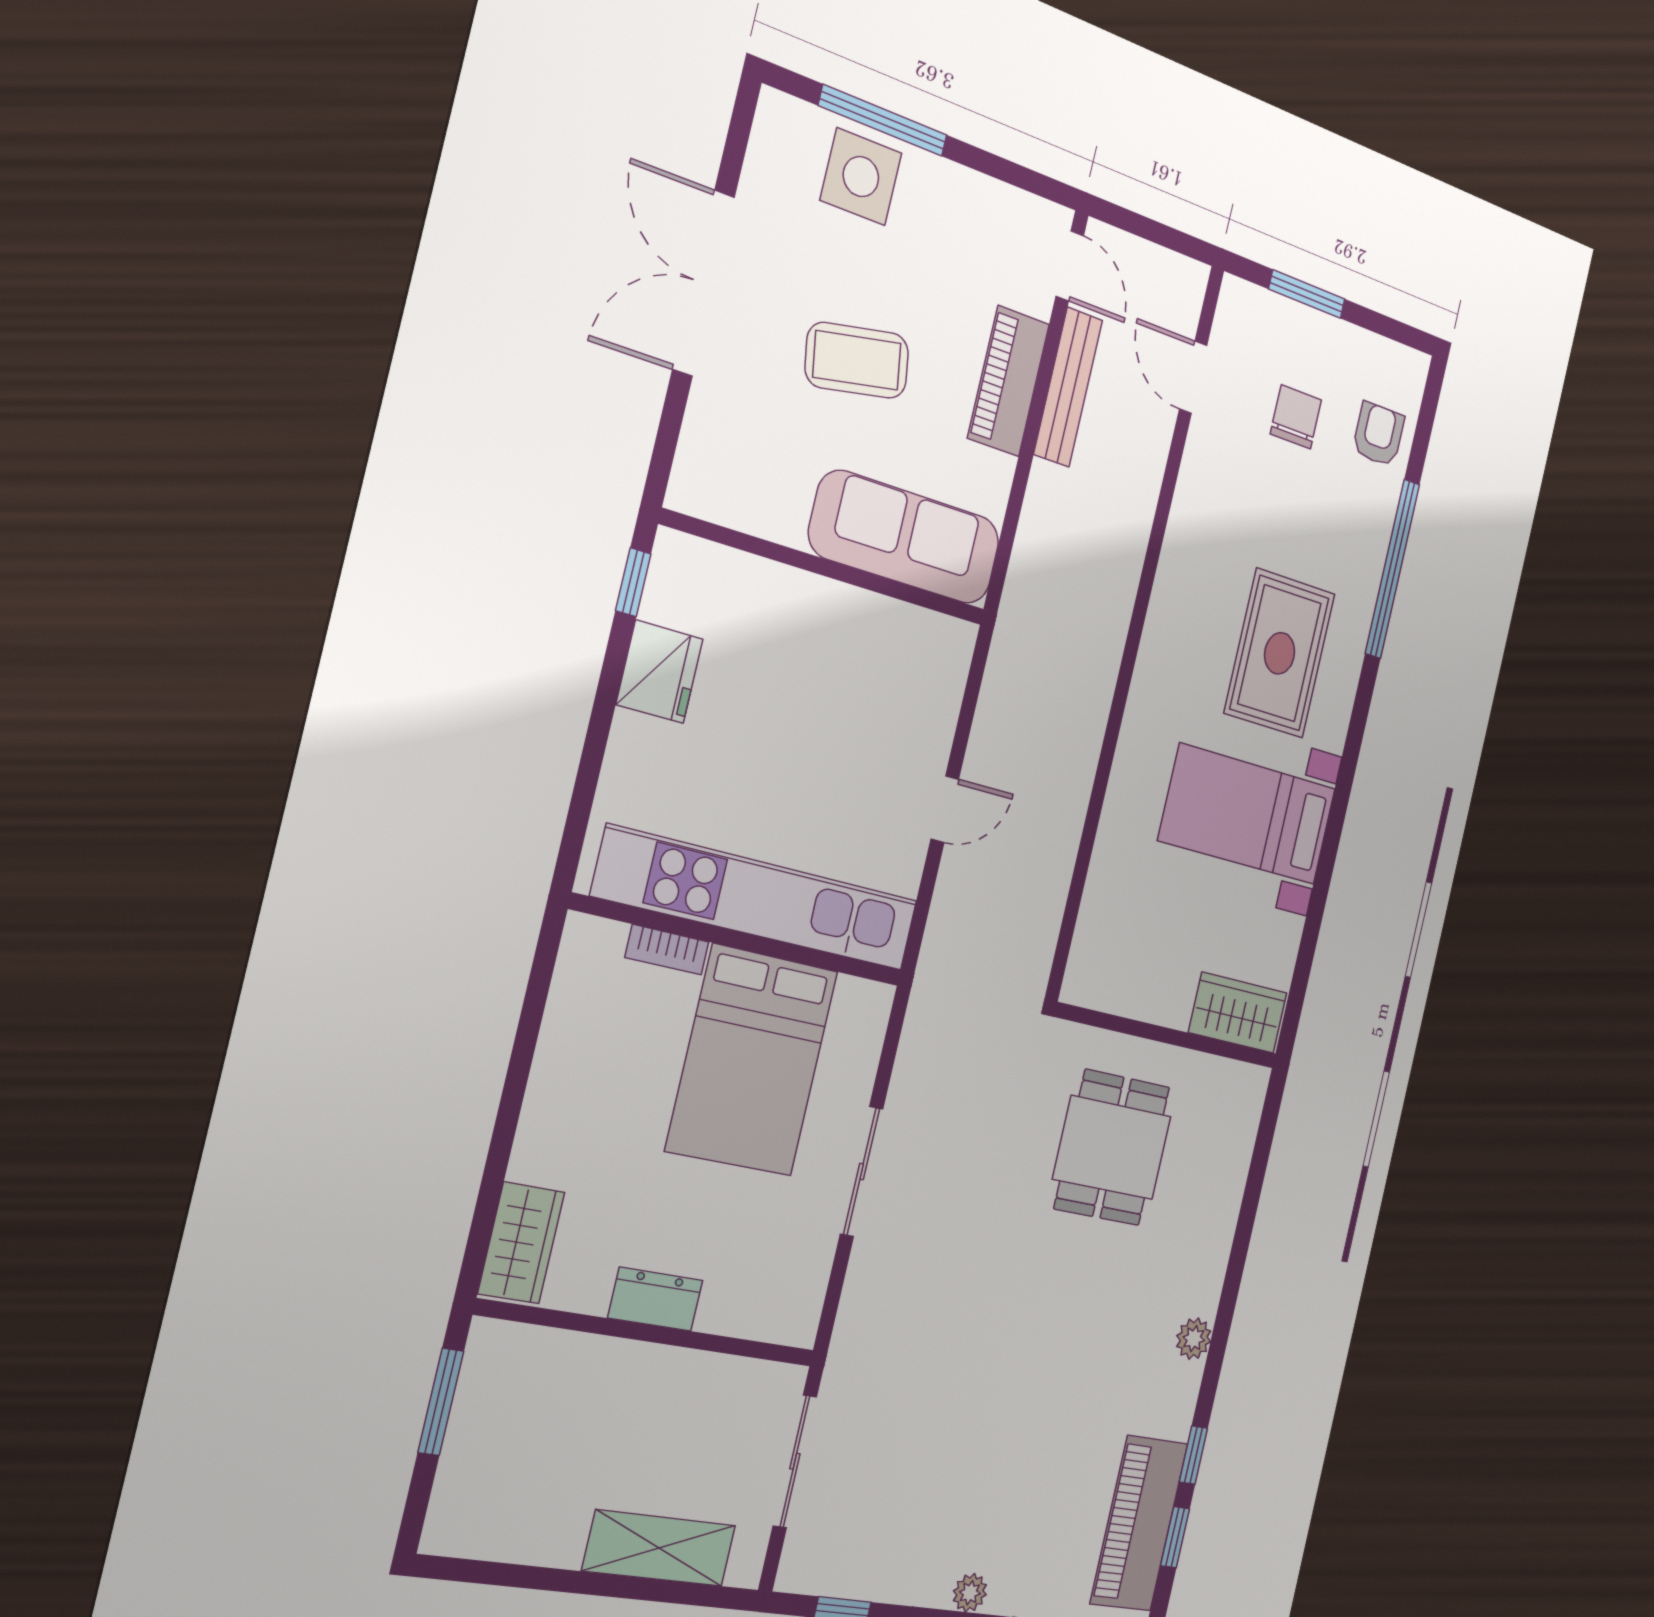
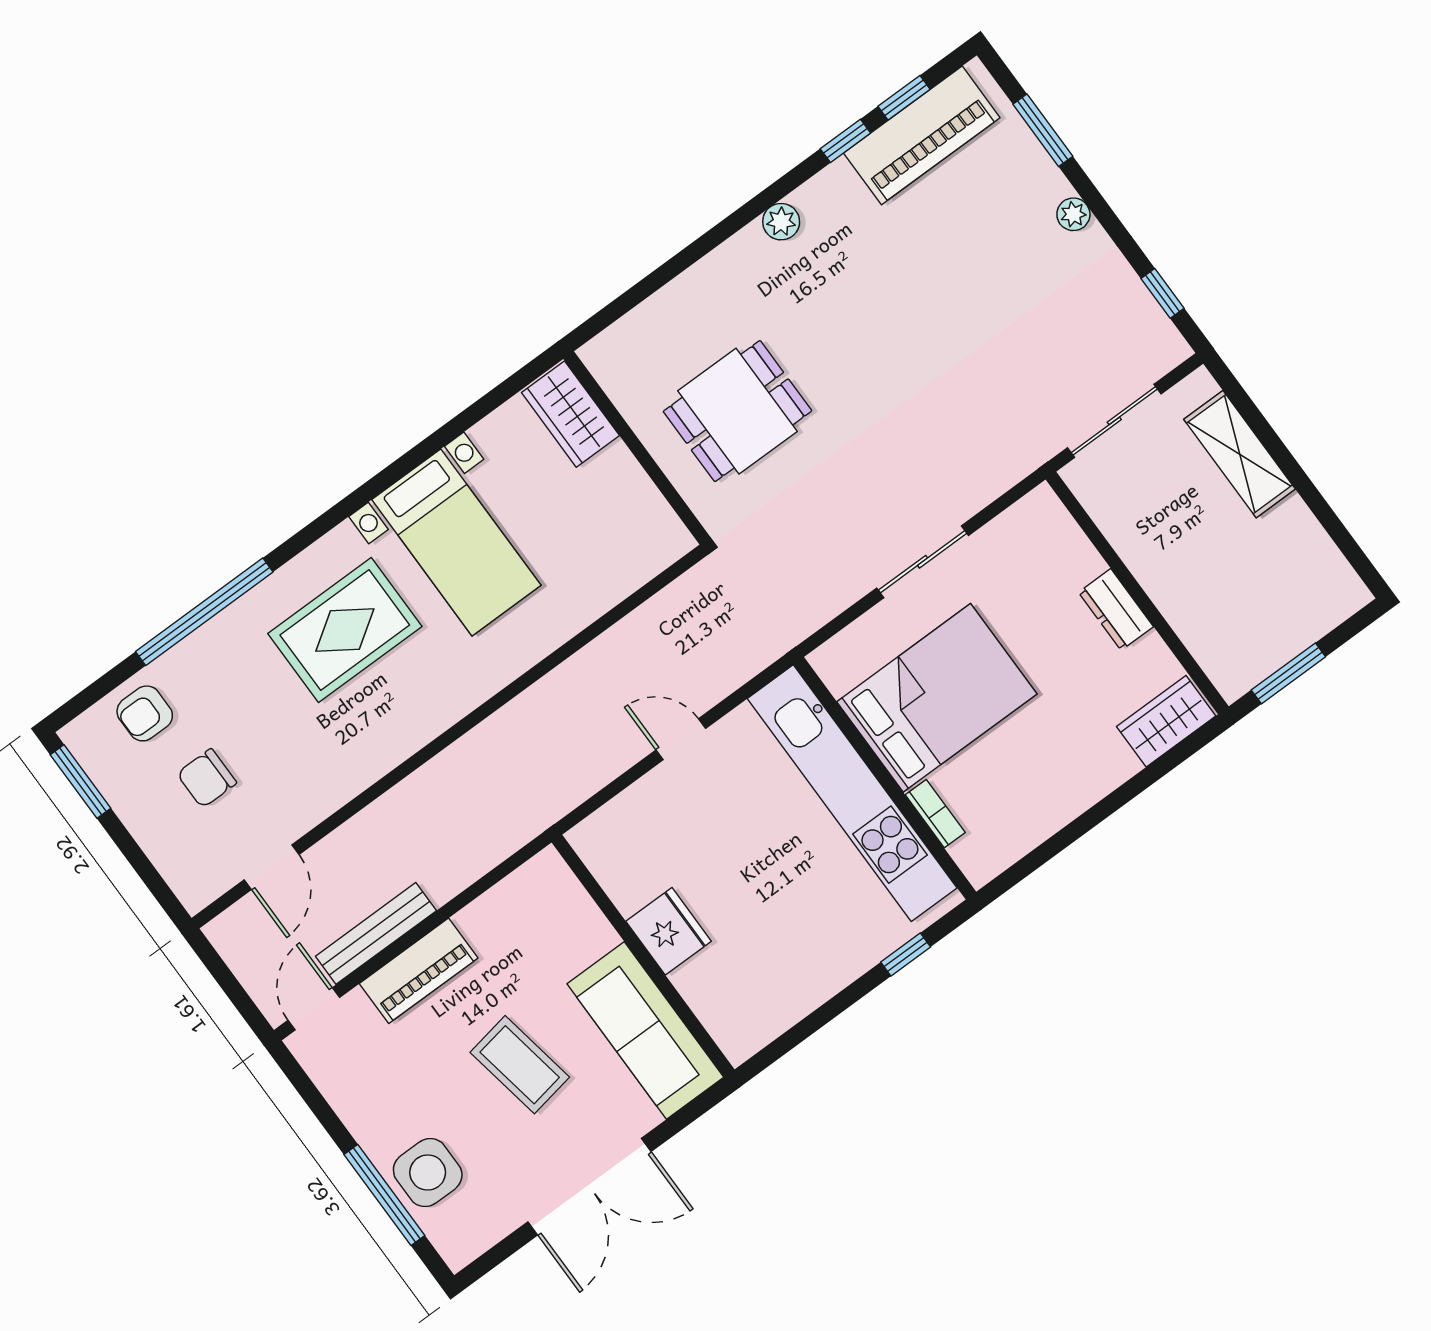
window: (1307, 294) -> (81, 781), moved
sofa: (905, 537) -> (645, 1031), moved
window: (633, 582) -> (906, 954), moved
fridge: (659, 672) -> (669, 931), moved, turned 90

